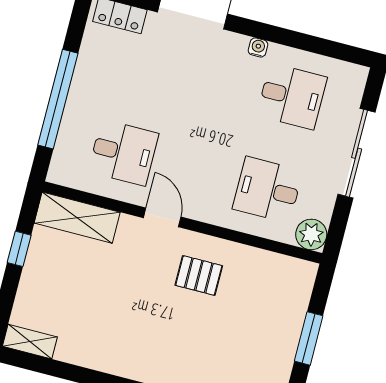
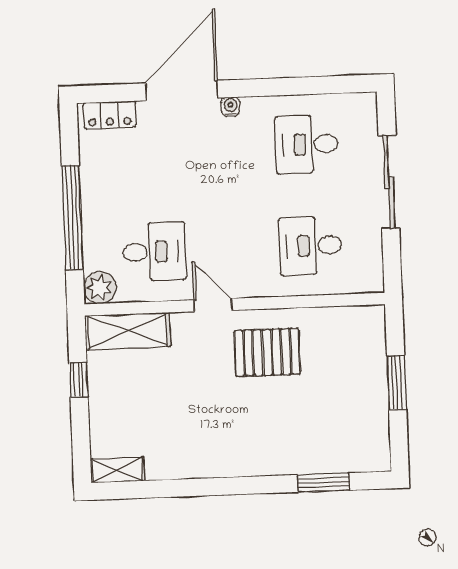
water cooler: (258, 48) -> (230, 107), moved
desk: (292, 96) -> (307, 144), turned 180
plant: (311, 234) -> (100, 288), moved
pallet: (199, 275) -> (267, 352), width x1.50, depth x1.42

